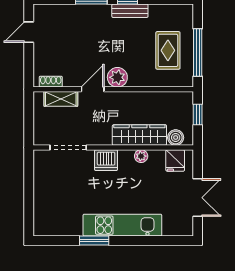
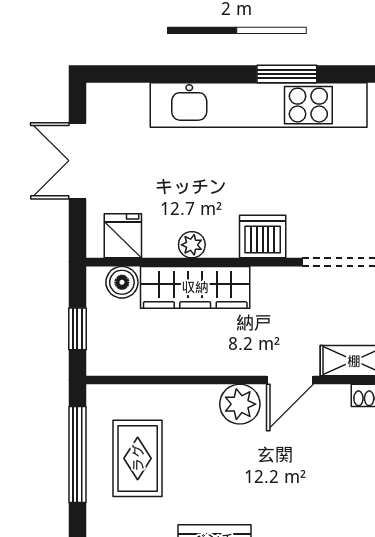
kitchen unit: (122, 225) -> (259, 105), width x1.36

